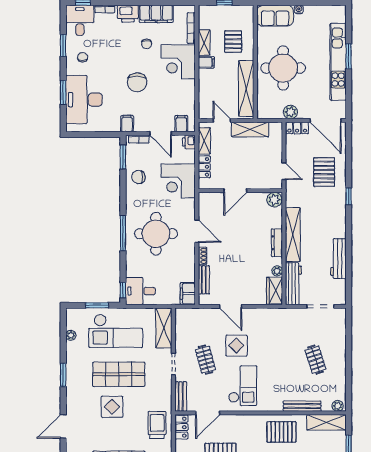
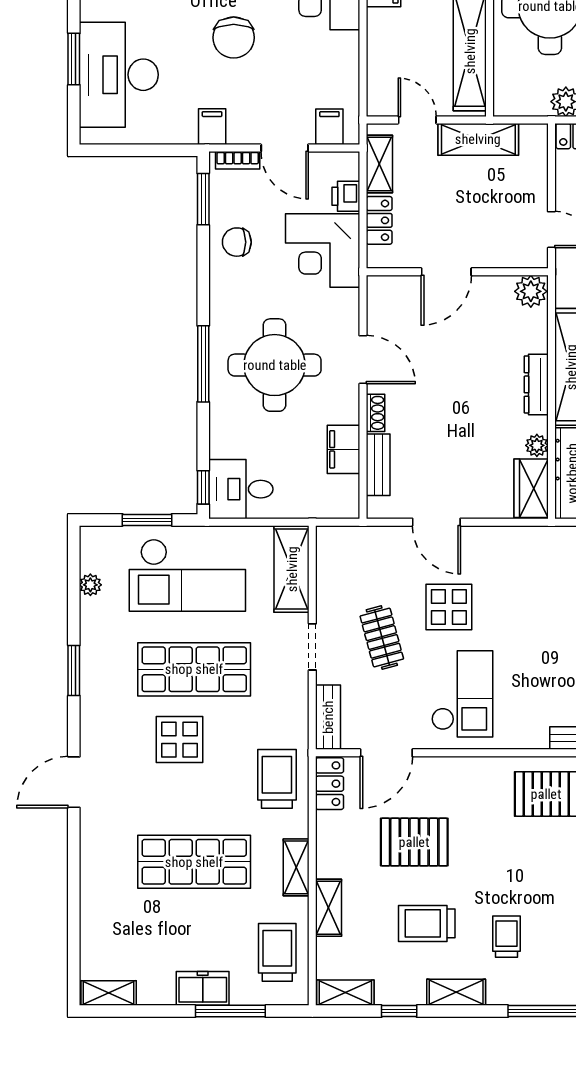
printer: (189, 142) -> (346, 196), moved
filing cabinet: (188, 294) -> (343, 449), moved

